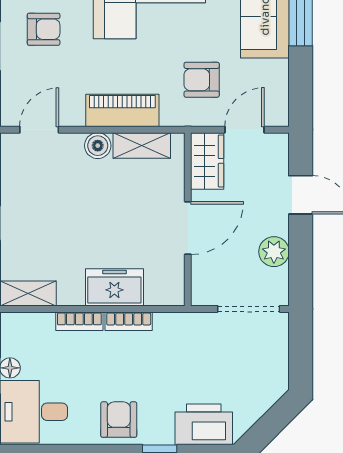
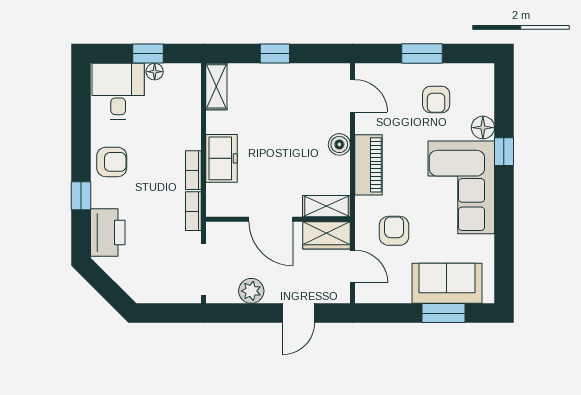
shelving: (142, 145) -> (326, 206), moved, turned 90
bookcase: (79, 321) -> (193, 211), moved

